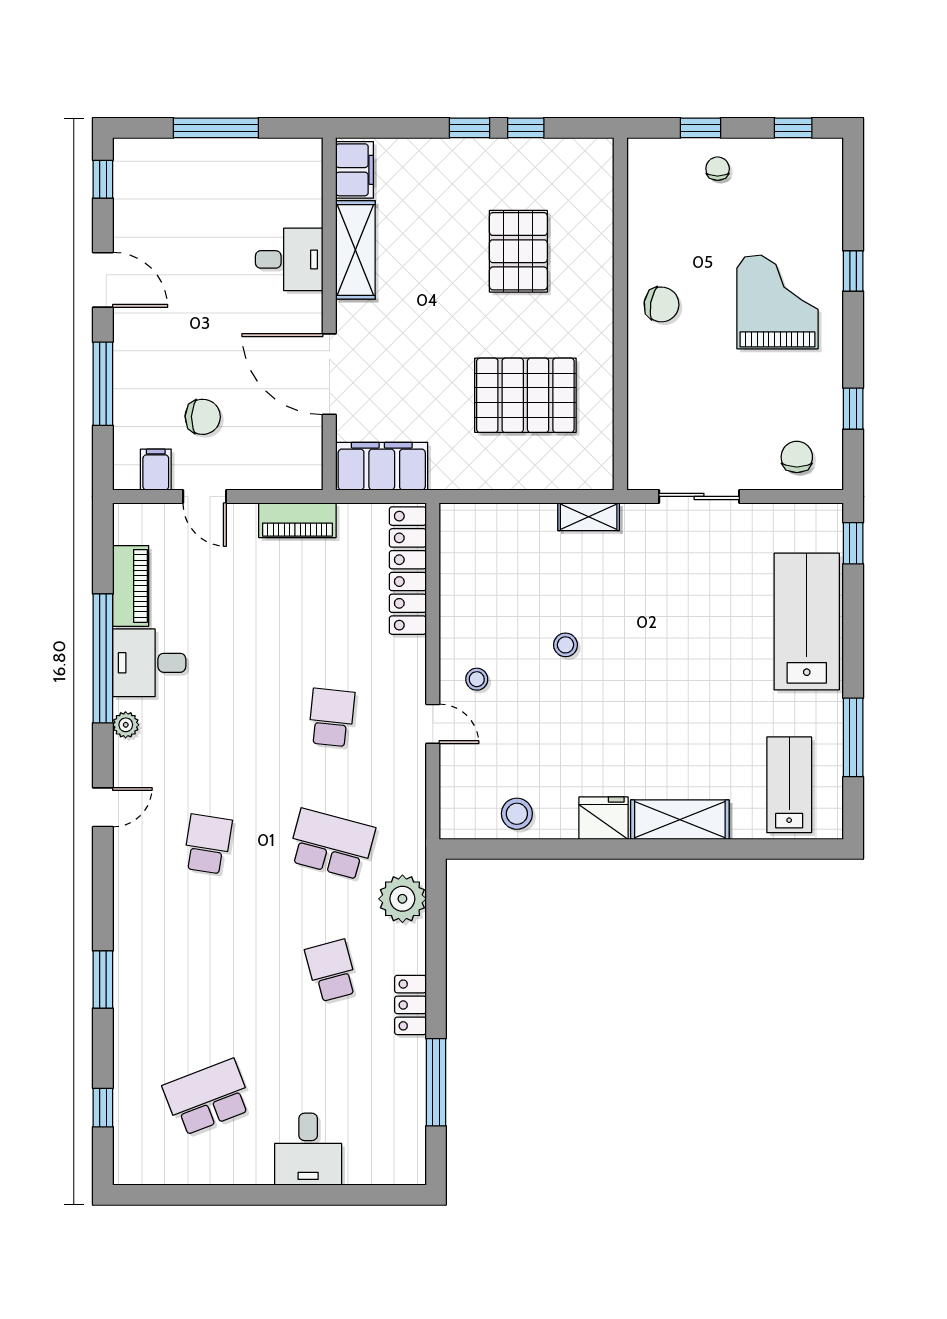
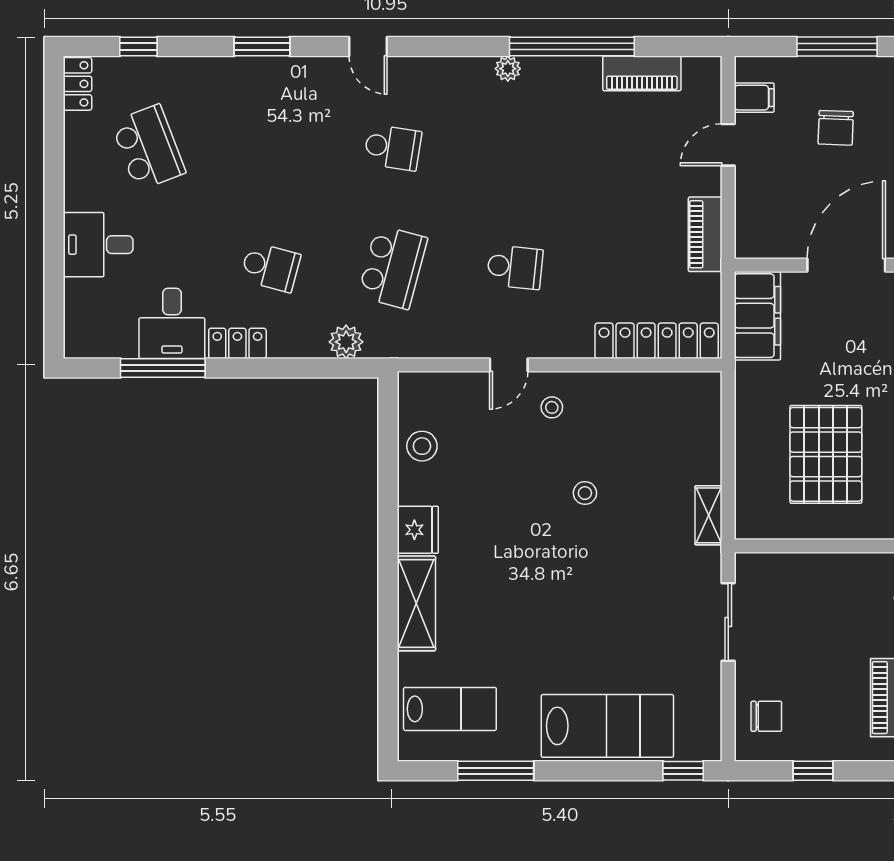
chair: (203, 417) -> (836, 128), moved
desk: (149, 663) -> (172, 323), moved, turned 180
door: (103, 807) -> (368, 47), moved
plant: (402, 899) -> (346, 342), width x0.73, depth x0.73
school desk: (331, 971) -> (270, 267), turned 30
locker: (142, 1171) -> (77, 84), added

